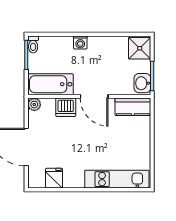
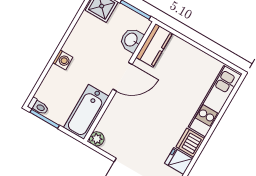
washbasin: (142, 83) -> (131, 40), moved, turned 90
dishwasher: (66, 107) -> (190, 143), moved, turned 180

